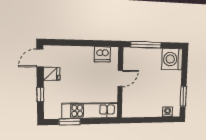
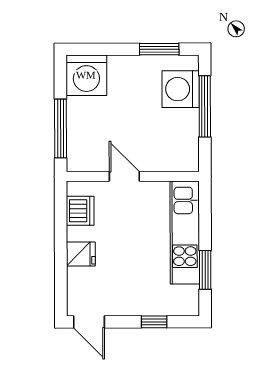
fridge: (52, 74) -> (81, 254), moved, turned 90
washing machine: (168, 112) -> (181, 89), width x1.89, depth x1.89
window: (155, 120) -> (205, 106), added

